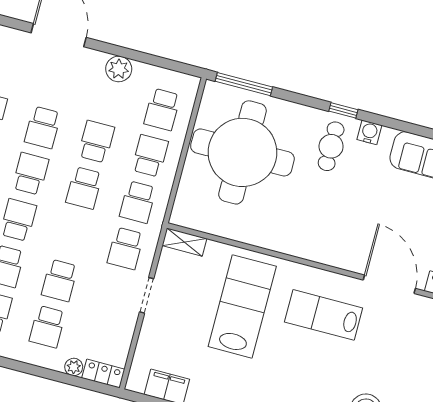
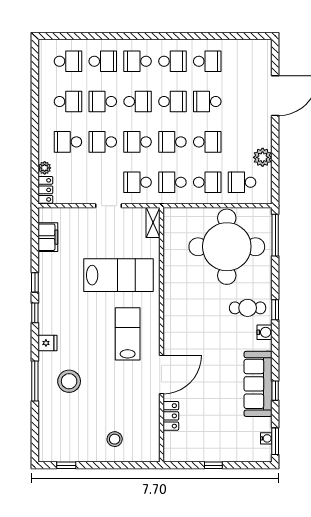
plant: (119, 69) -> (263, 157), moved
school desk: (72, 234) -> (138, 142), added

